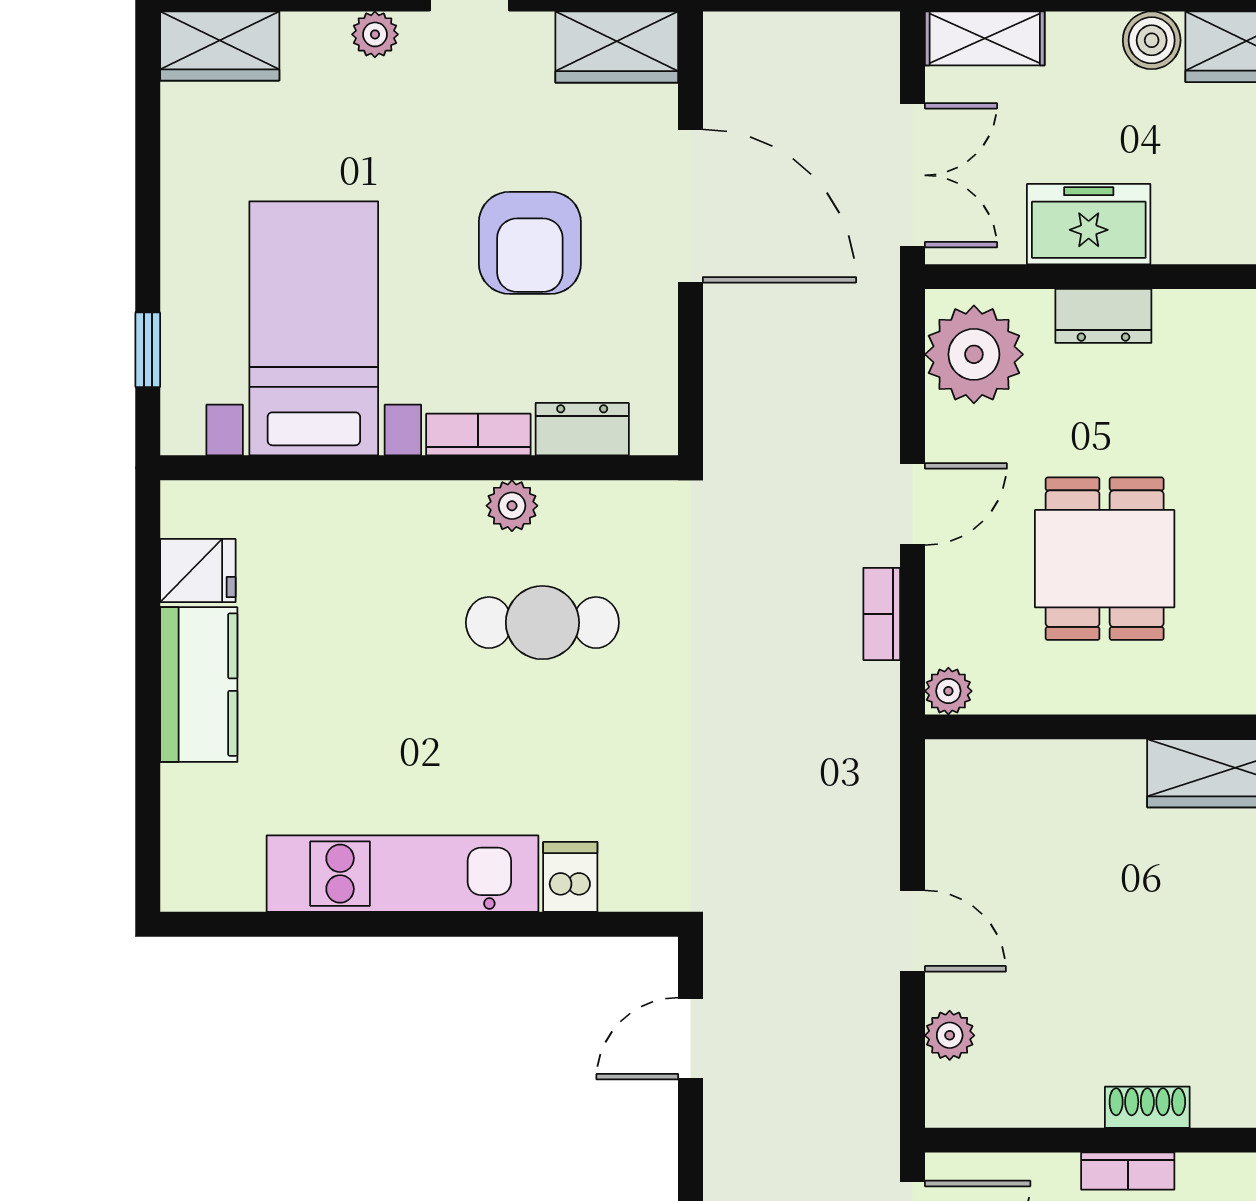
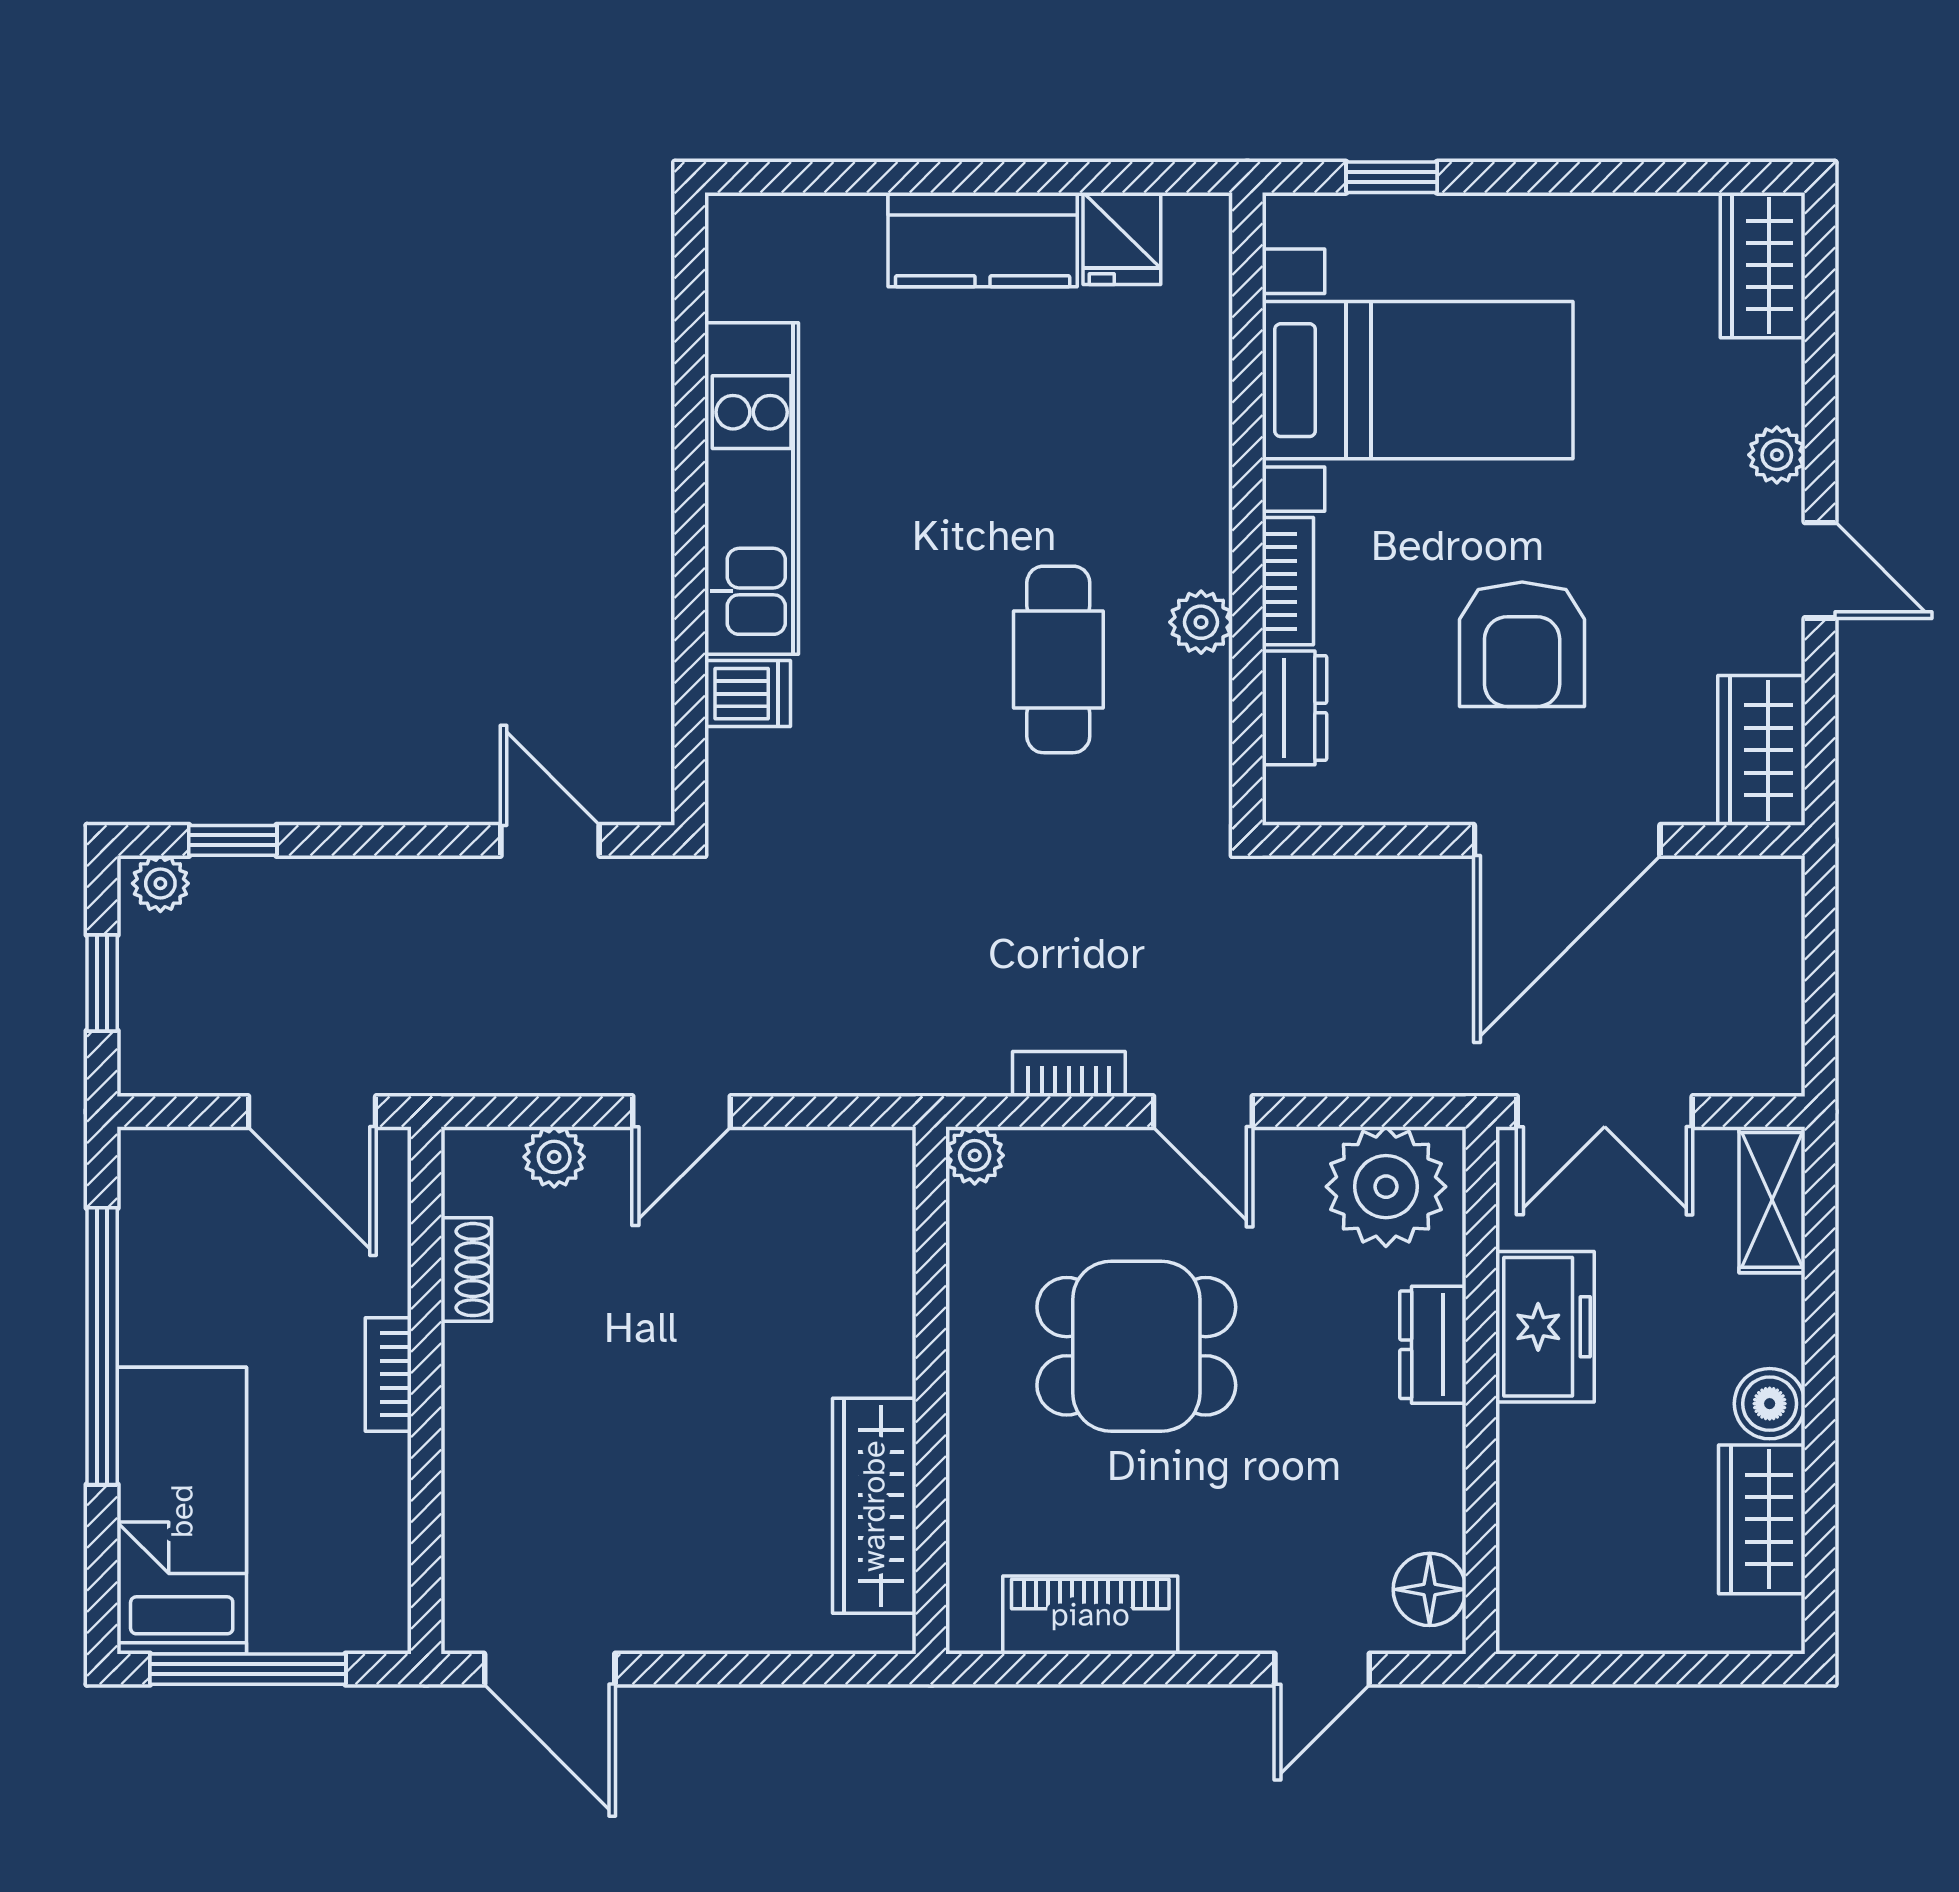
armchair: (530, 243) -> (1522, 644), turned -90
shoe rack: (1147, 1107) -> (466, 1270), moved

